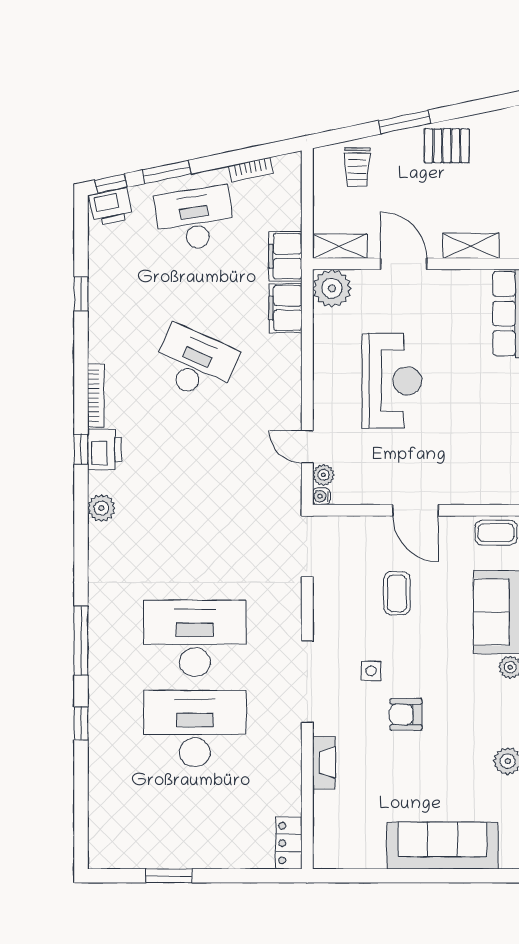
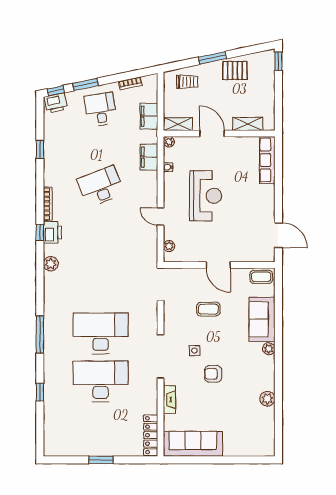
trolley: (357, 167) -> (187, 82), turned -90
desk: (195, 219) -> (101, 110), width x0.73
filing cabinet: (285, 256) -> (149, 116), moved
plant: (332, 288) -> (169, 142), width x0.53, depth x0.53
desk: (195, 363) -> (101, 186), turned -45
door: (307, 447) -> (161, 217), moved
water cooler: (321, 496) -> (168, 167), moved
coffee table: (397, 593) -> (208, 309), turned 90
window: (81, 723) -> (40, 392), moved
locker: (289, 843) -> (151, 435), width x1.53
sofa: (442, 846) -> (193, 444), moved
window: (169, 876) -> (101, 460), moved

